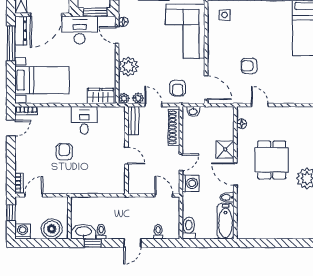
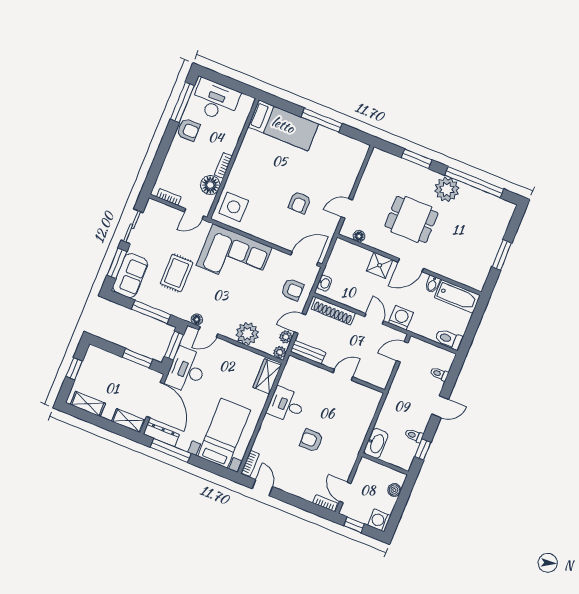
side table: (225, 15) -> (234, 207), width x1.87, depth x1.87
boiler: (52, 229) -> (394, 490), width x0.54, depth x0.54
washbasin: (84, 232) -> (376, 443), moved, turned 180
door: (132, 243) -> (440, 407), hinge flipped
window: (273, 243) -> (502, 255), added

